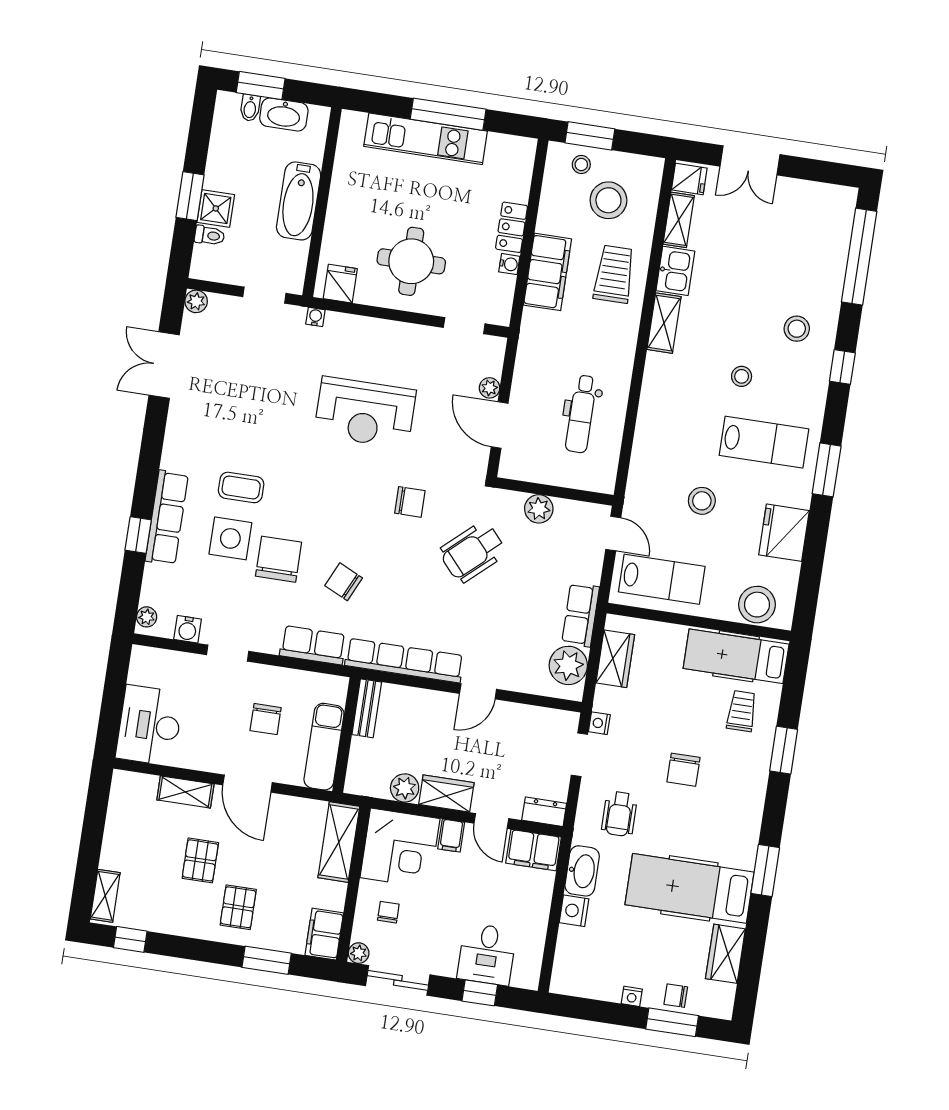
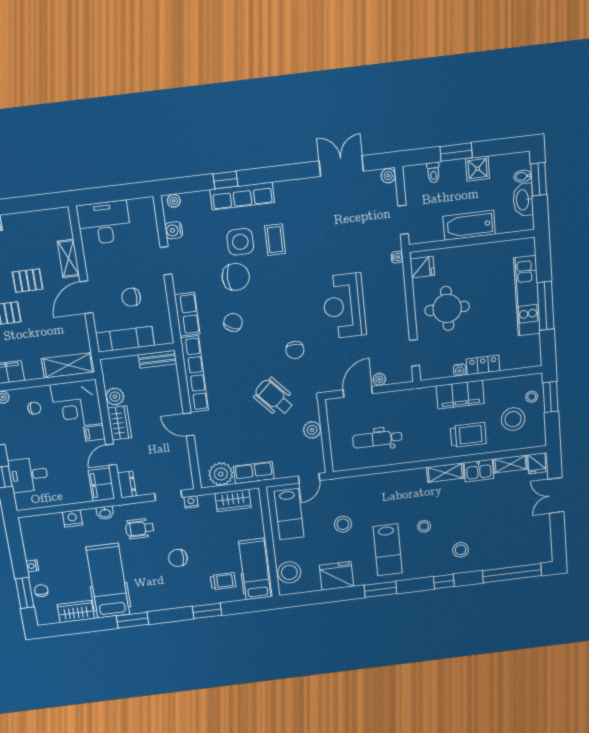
shower: (216, 208) -> (478, 169), moved
washbasin: (582, 871) -> (105, 513), width x0.52, depth x0.69

